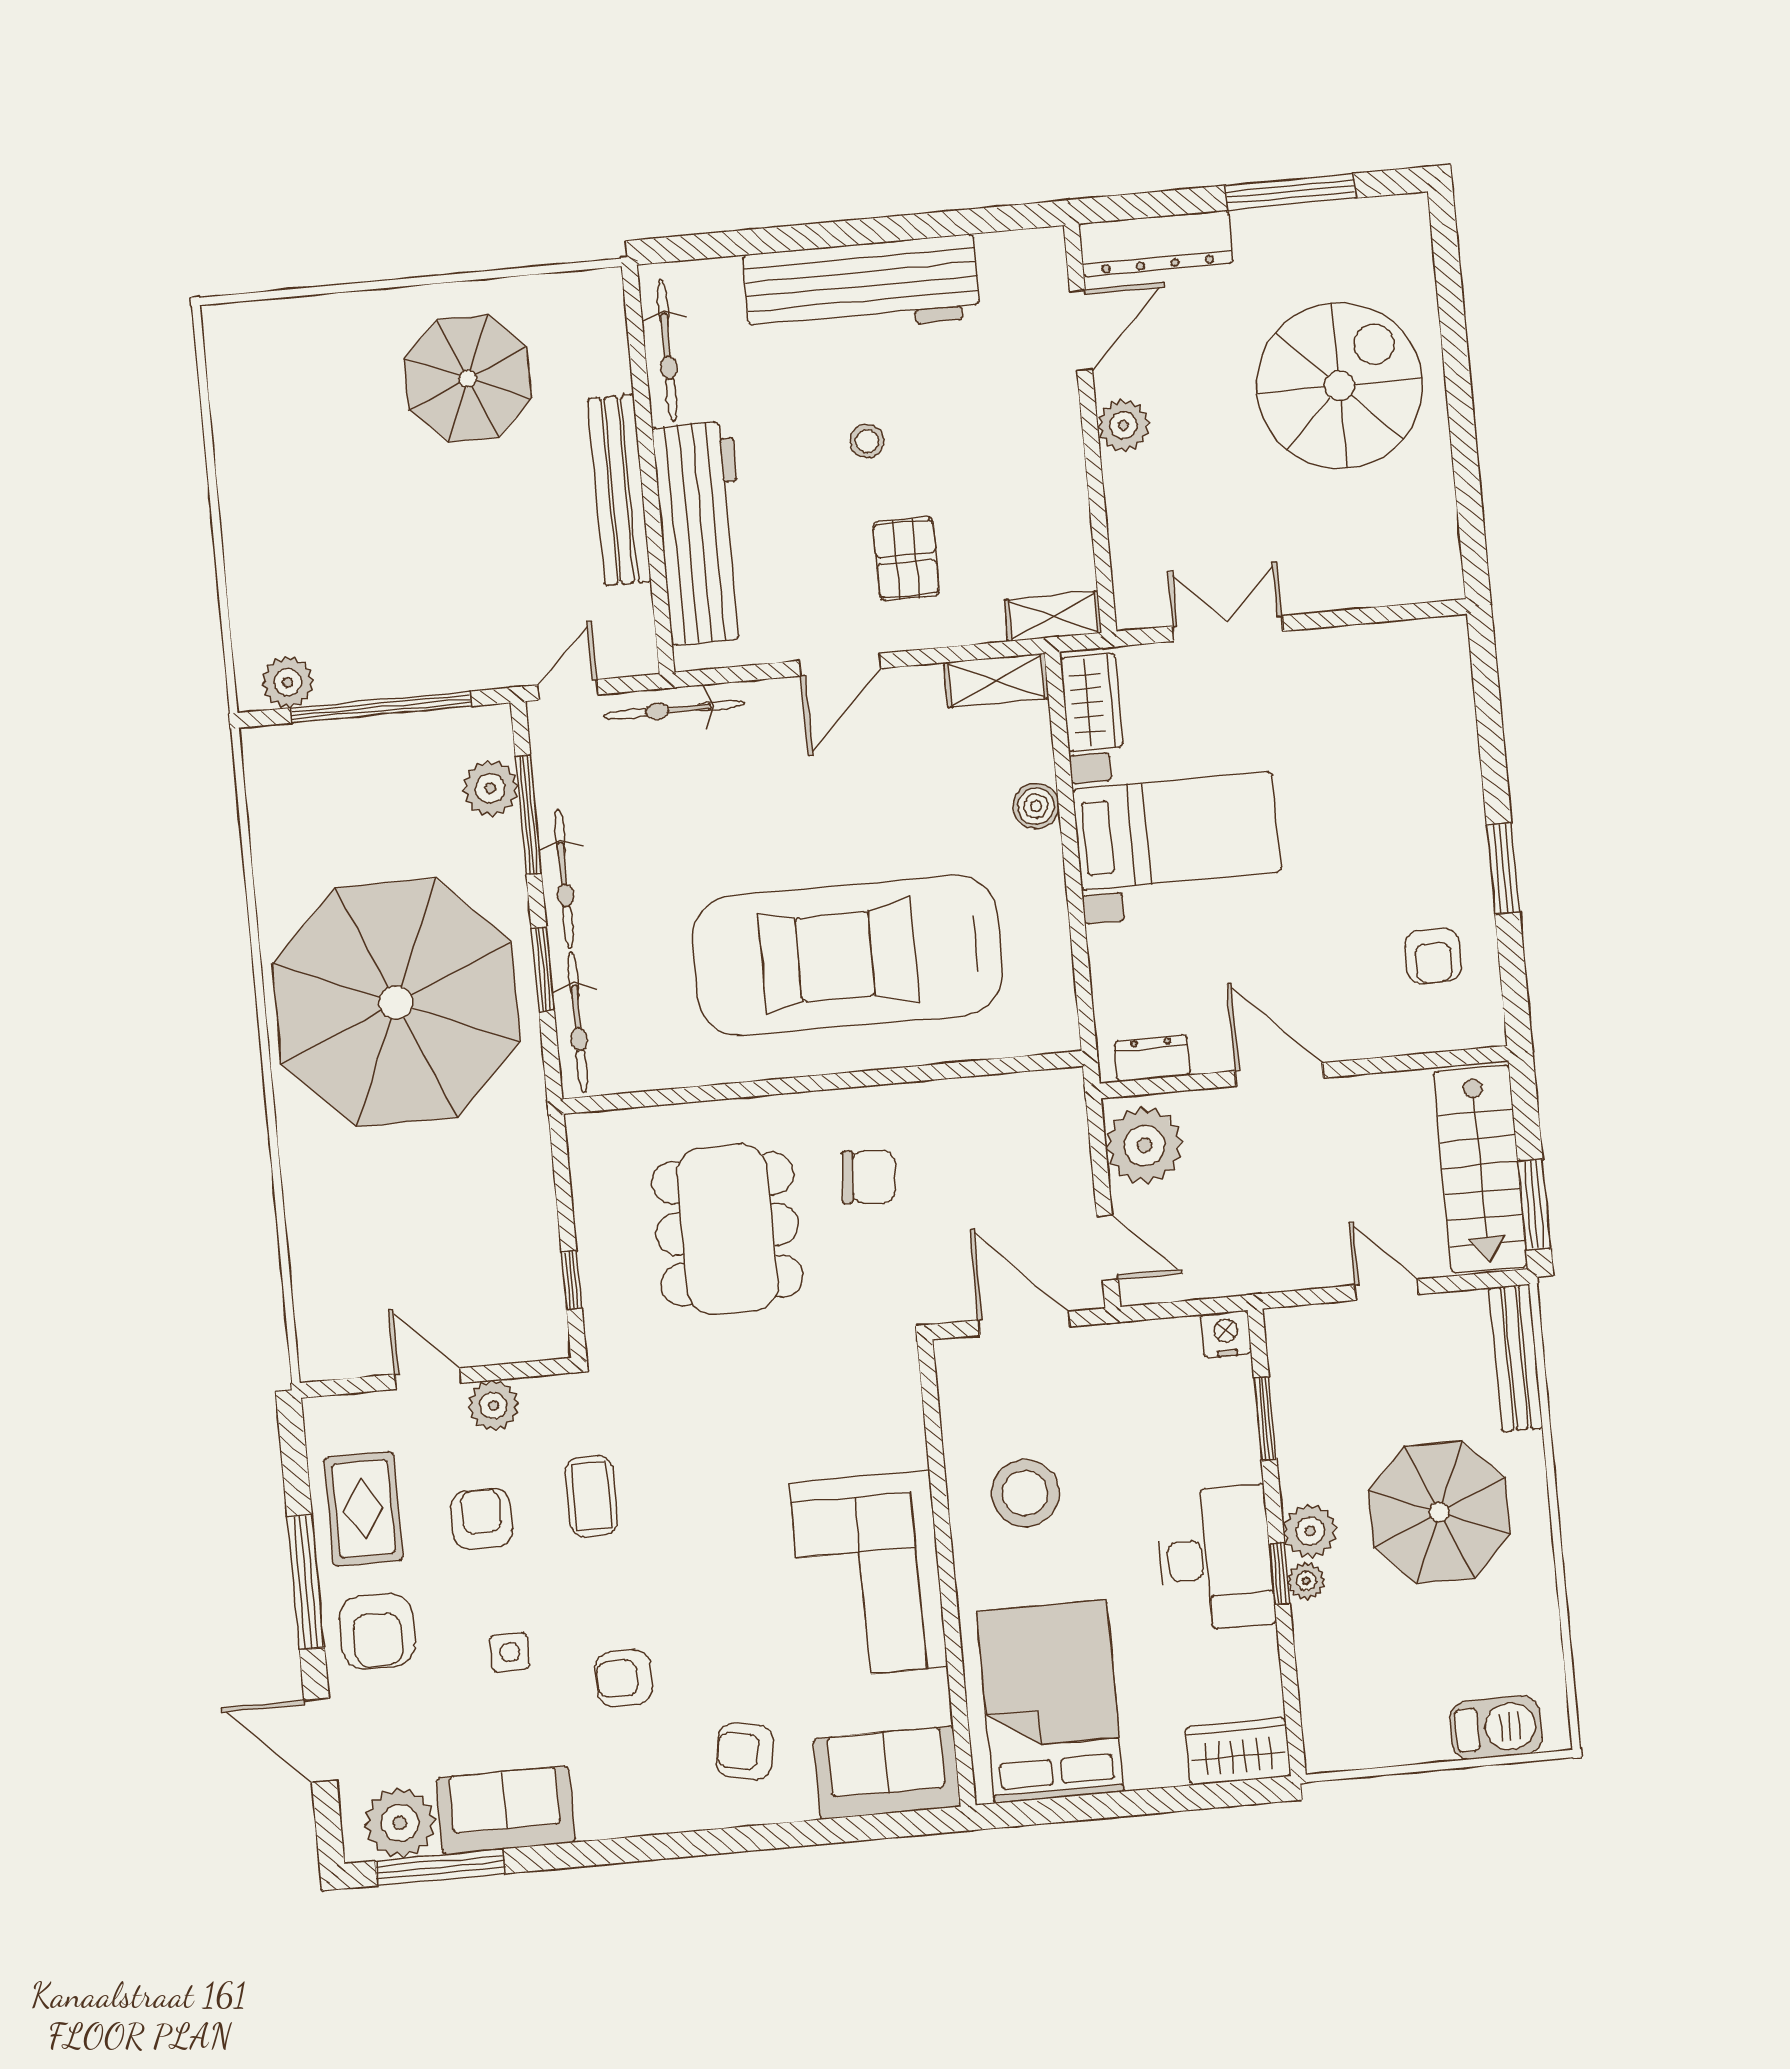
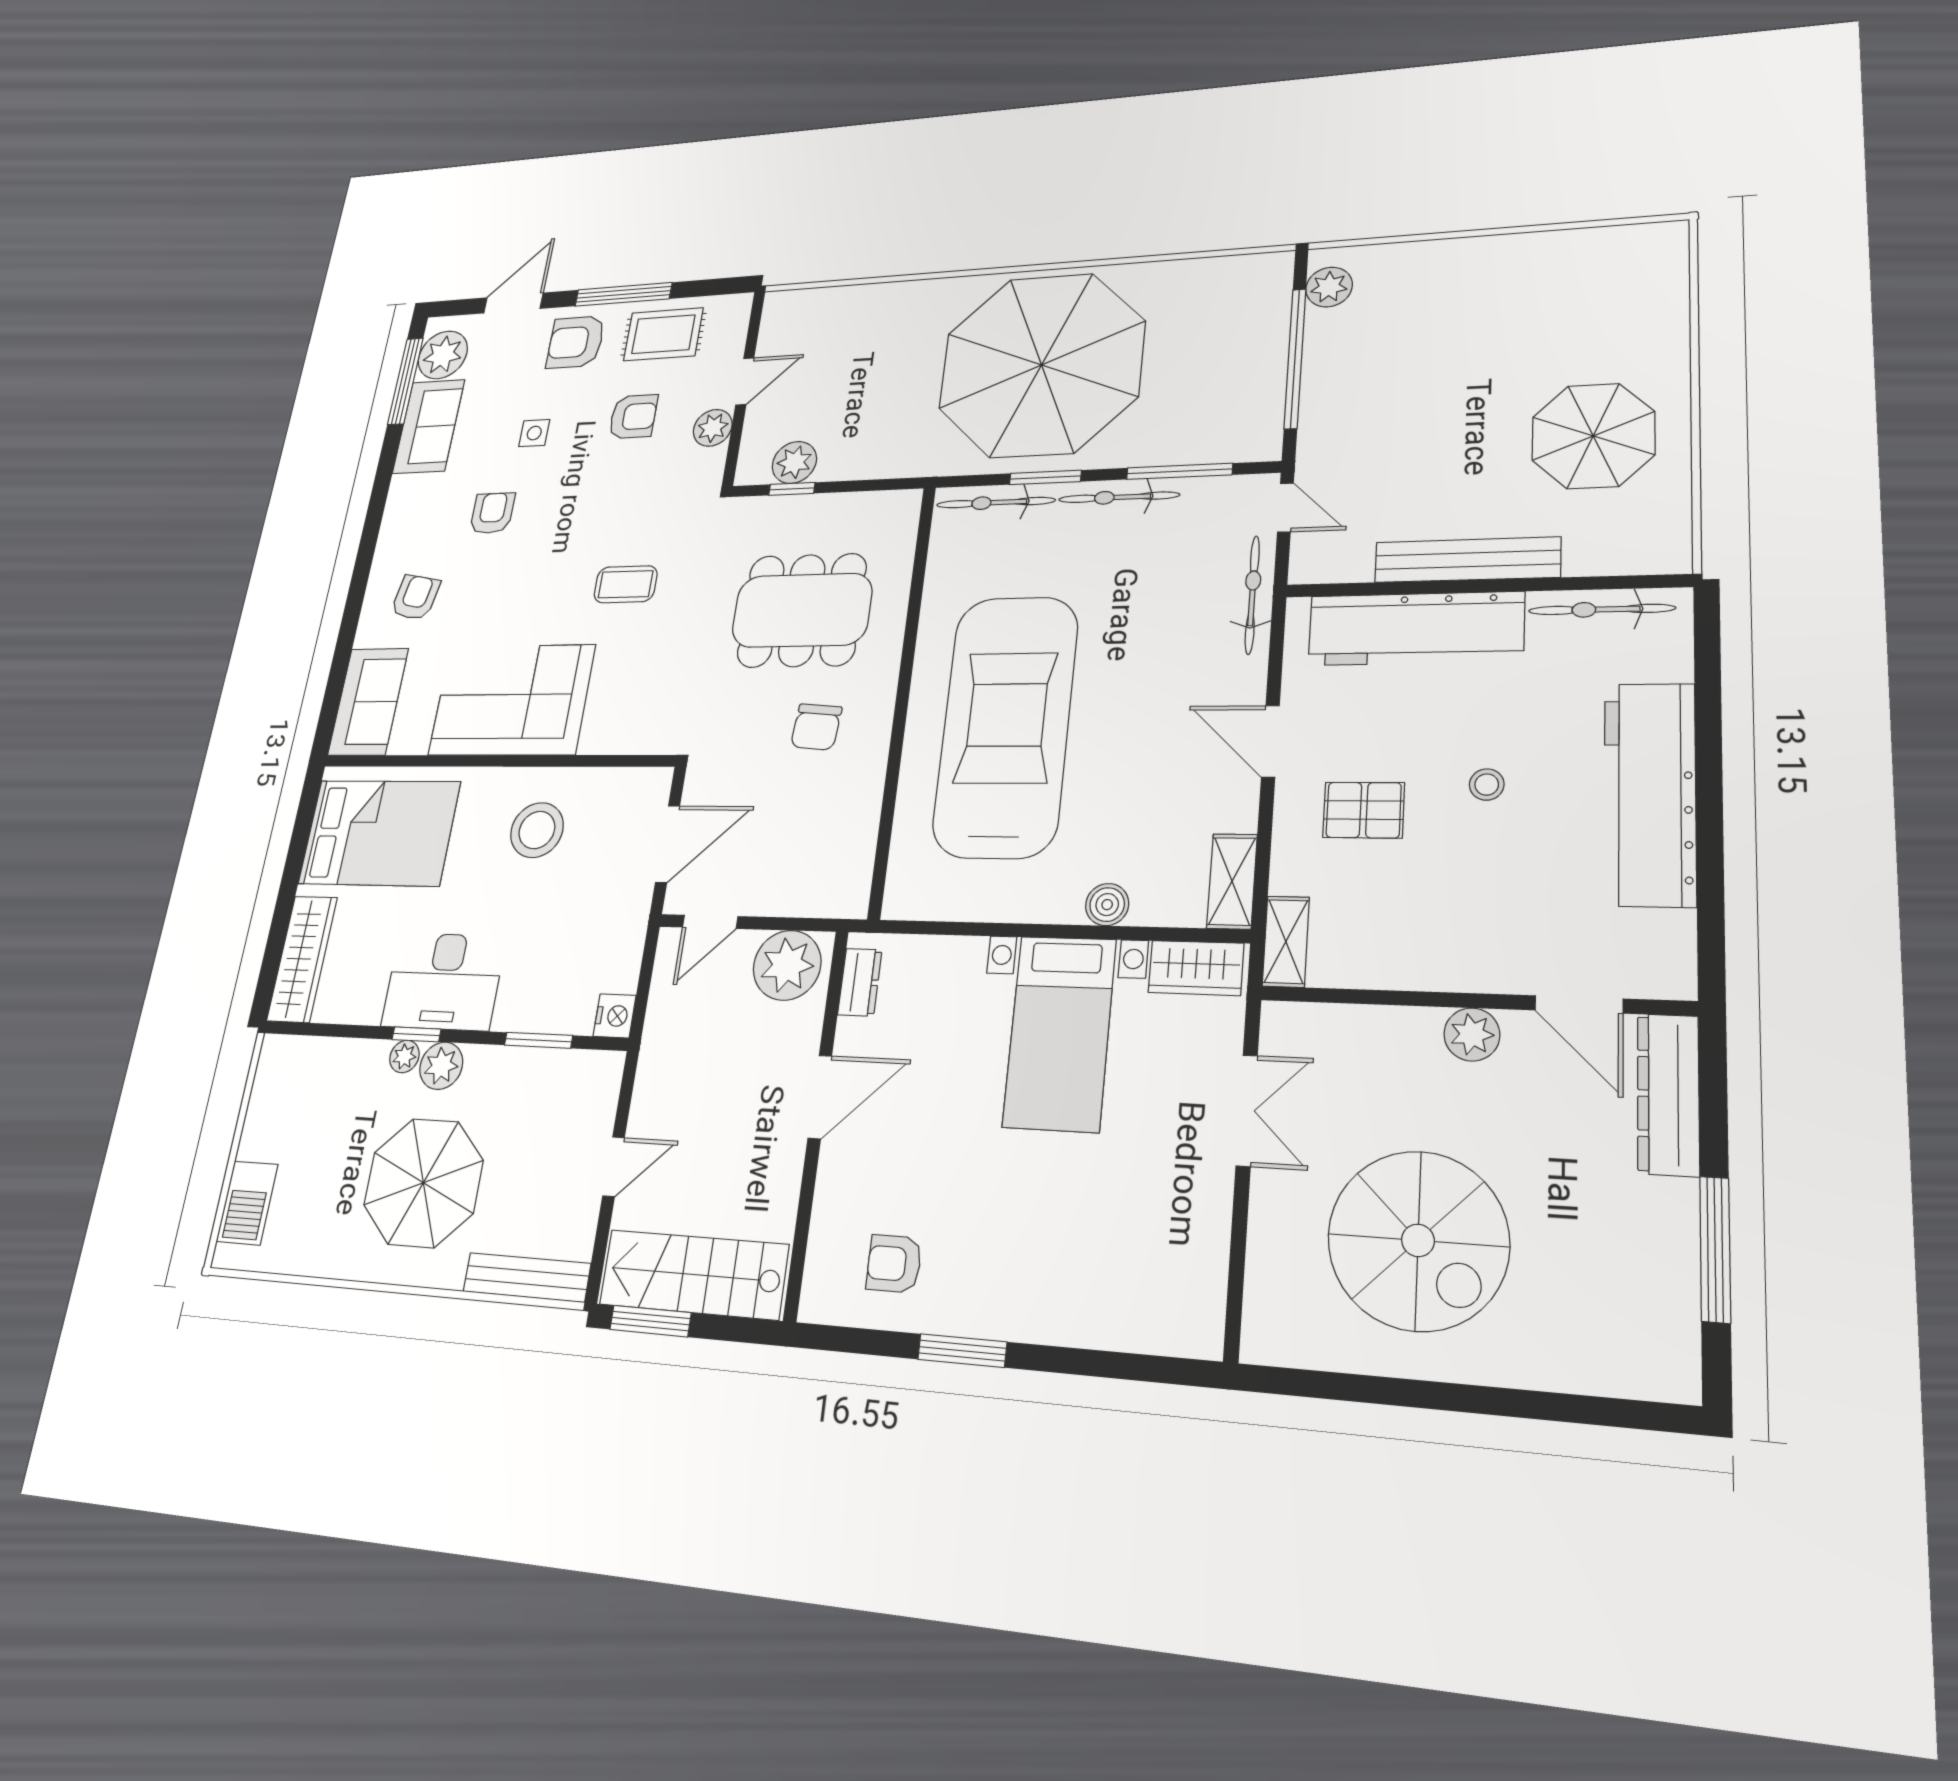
spiral stairs: (1339, 386) -> (1418, 1240), moved
plant: (490, 788) -> (794, 462), moved
coffee table: (591, 1496) -> (626, 584), moved
wardrobe: (1238, 1752) -> (302, 959), width x1.50

